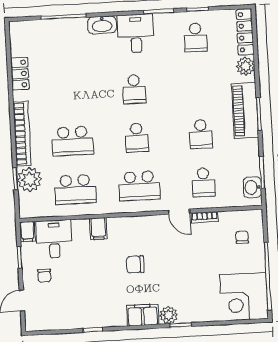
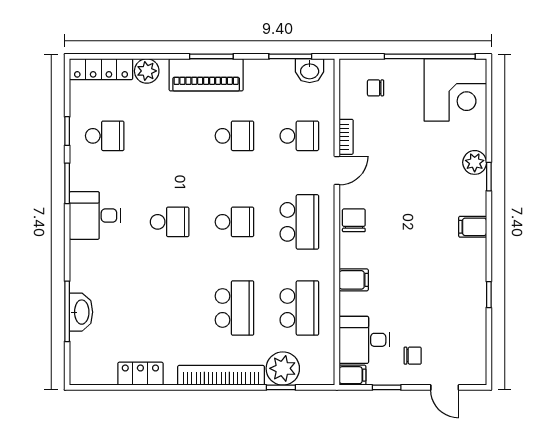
washbasin: (102, 25) -> (81, 312), moved
chair: (135, 265) -> (354, 220), moved, turned 180
filing cabinet: (143, 315) -> (473, 227), width x0.50
plant: (168, 315) -> (475, 162), moved

